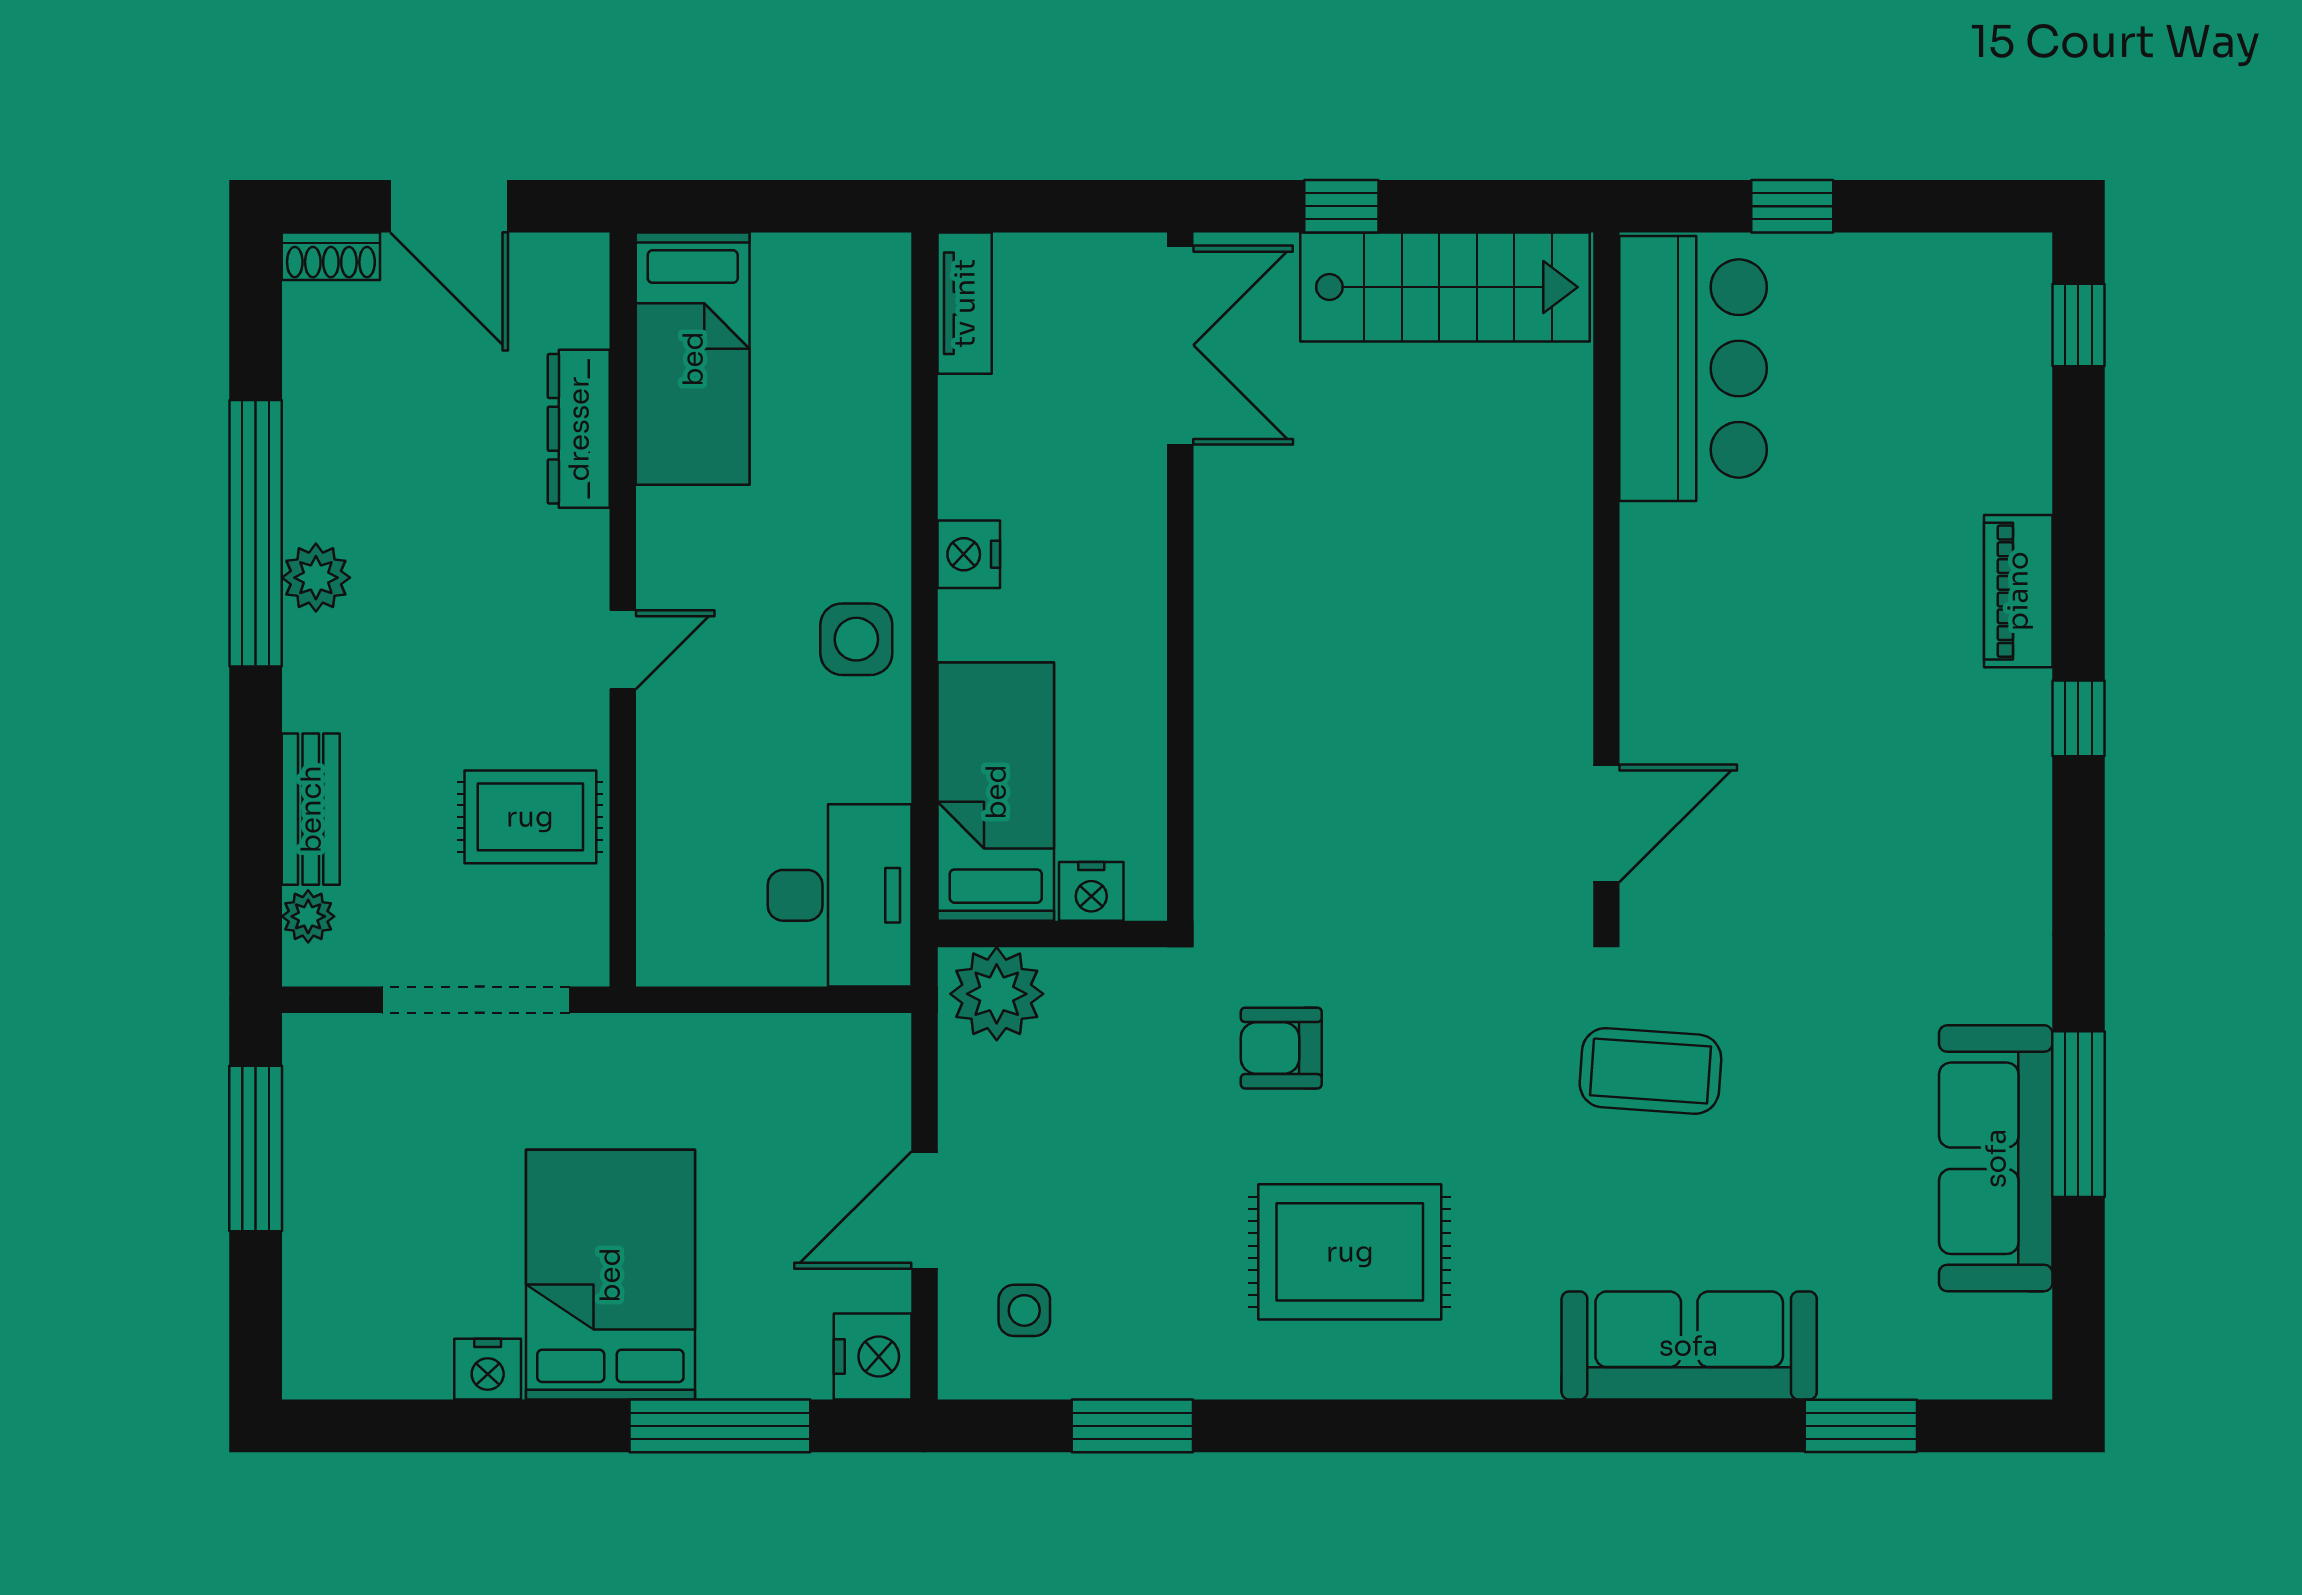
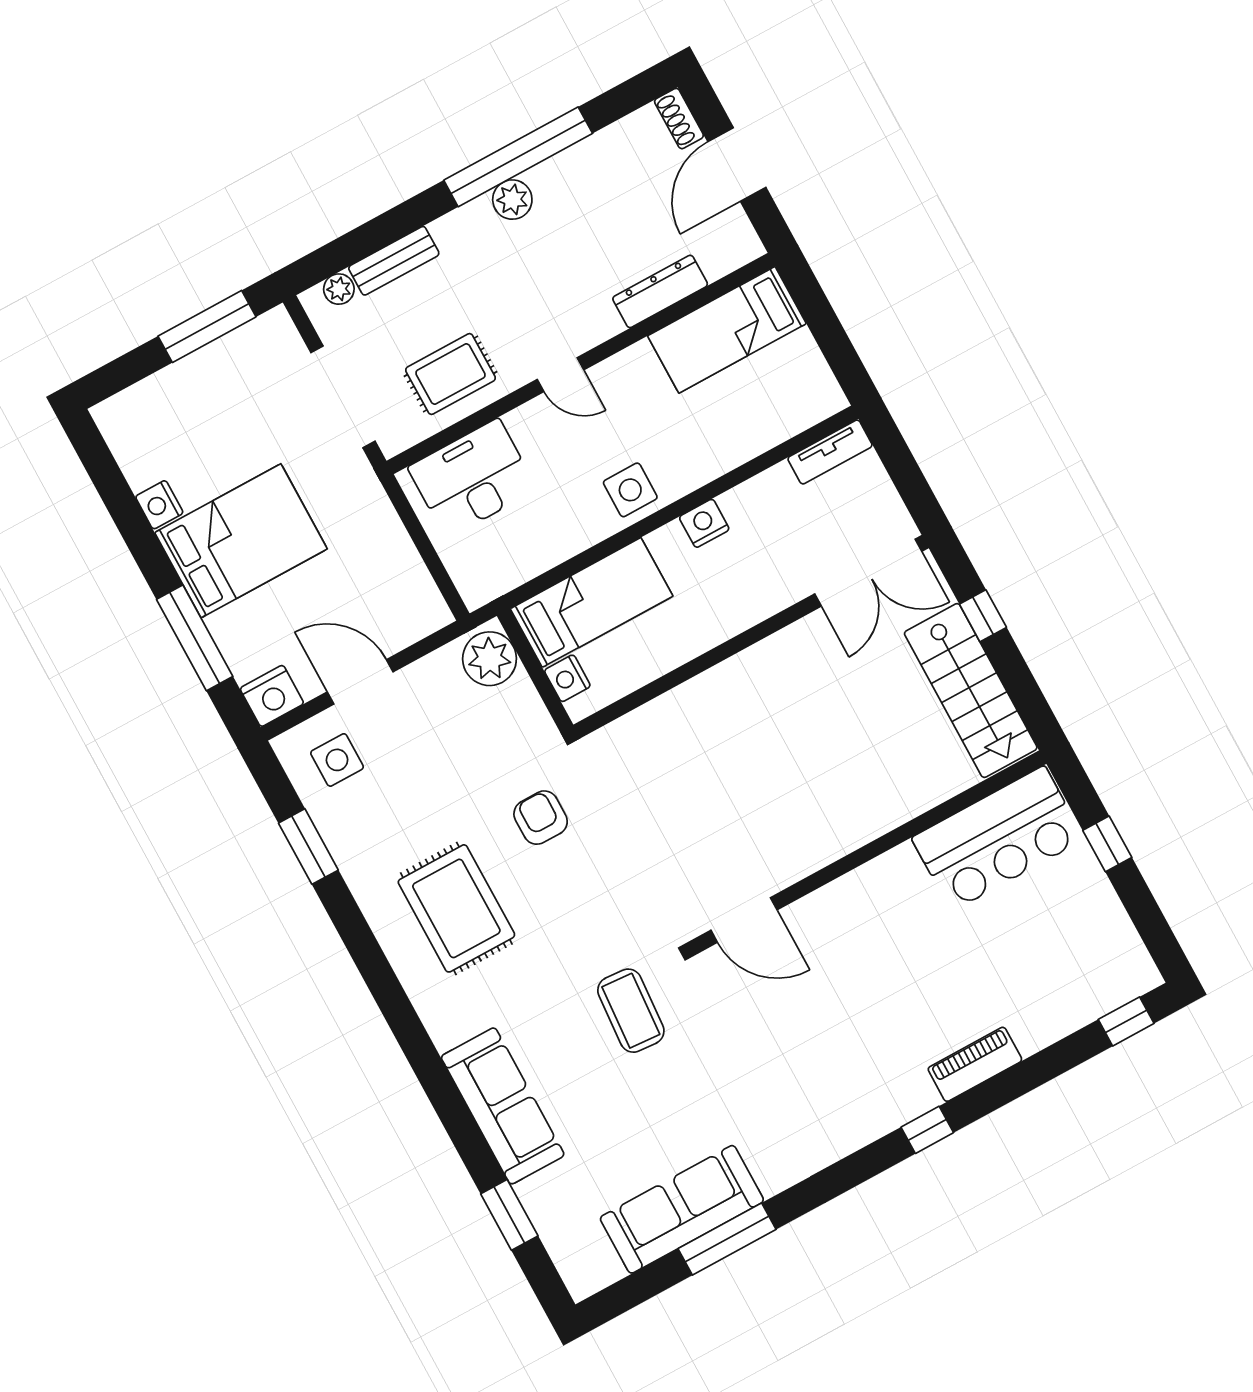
rug: (530, 817) -> (451, 374), turned 90
desk: (840, 895) -> (472, 478), moved, turned 180
side table: (1024, 1310) -> (337, 760), width x1.37, depth x1.37

